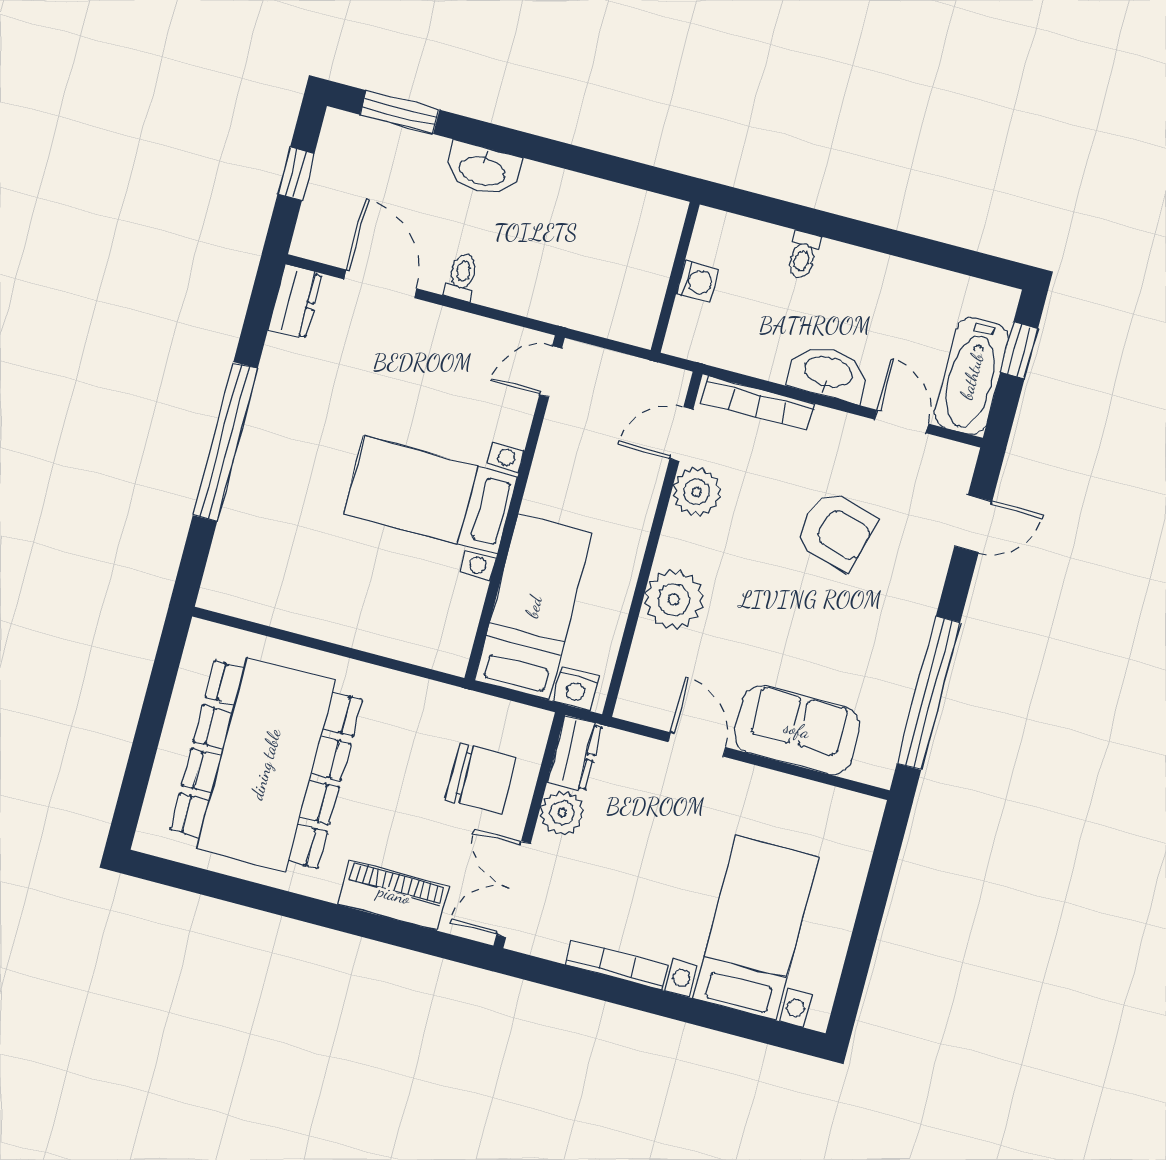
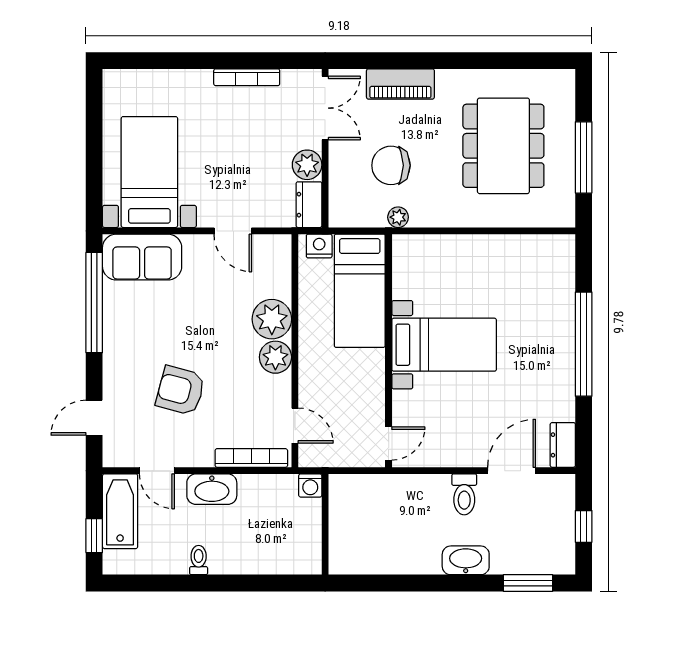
toilet: (803, 255) -> (199, 560), moved
toilet: (462, 277) -> (464, 494), width x1.37, depth x1.39
washing machine: (697, 281) -> (310, 485), moved, turned -90
door: (380, 284) -> (512, 471), swing flipped
door: (681, 434) -> (295, 426), hinge flipped
plant: (697, 492) -> (275, 357), moved
plant: (449, 700) -> (398, 217), added
window: (153, 716) -> (584, 157), added
sofa: (797, 730) -> (142, 257), moved
dining table: (266, 764) -> (503, 146), width x0.73, depth x0.80
chair: (481, 778) -> (391, 165), moved
bed with nightstands: (756, 928) -> (149, 172), moved, turned 180

